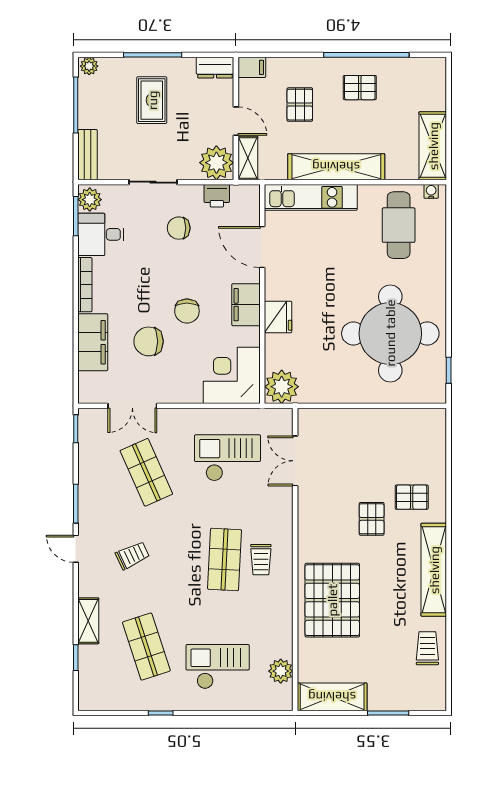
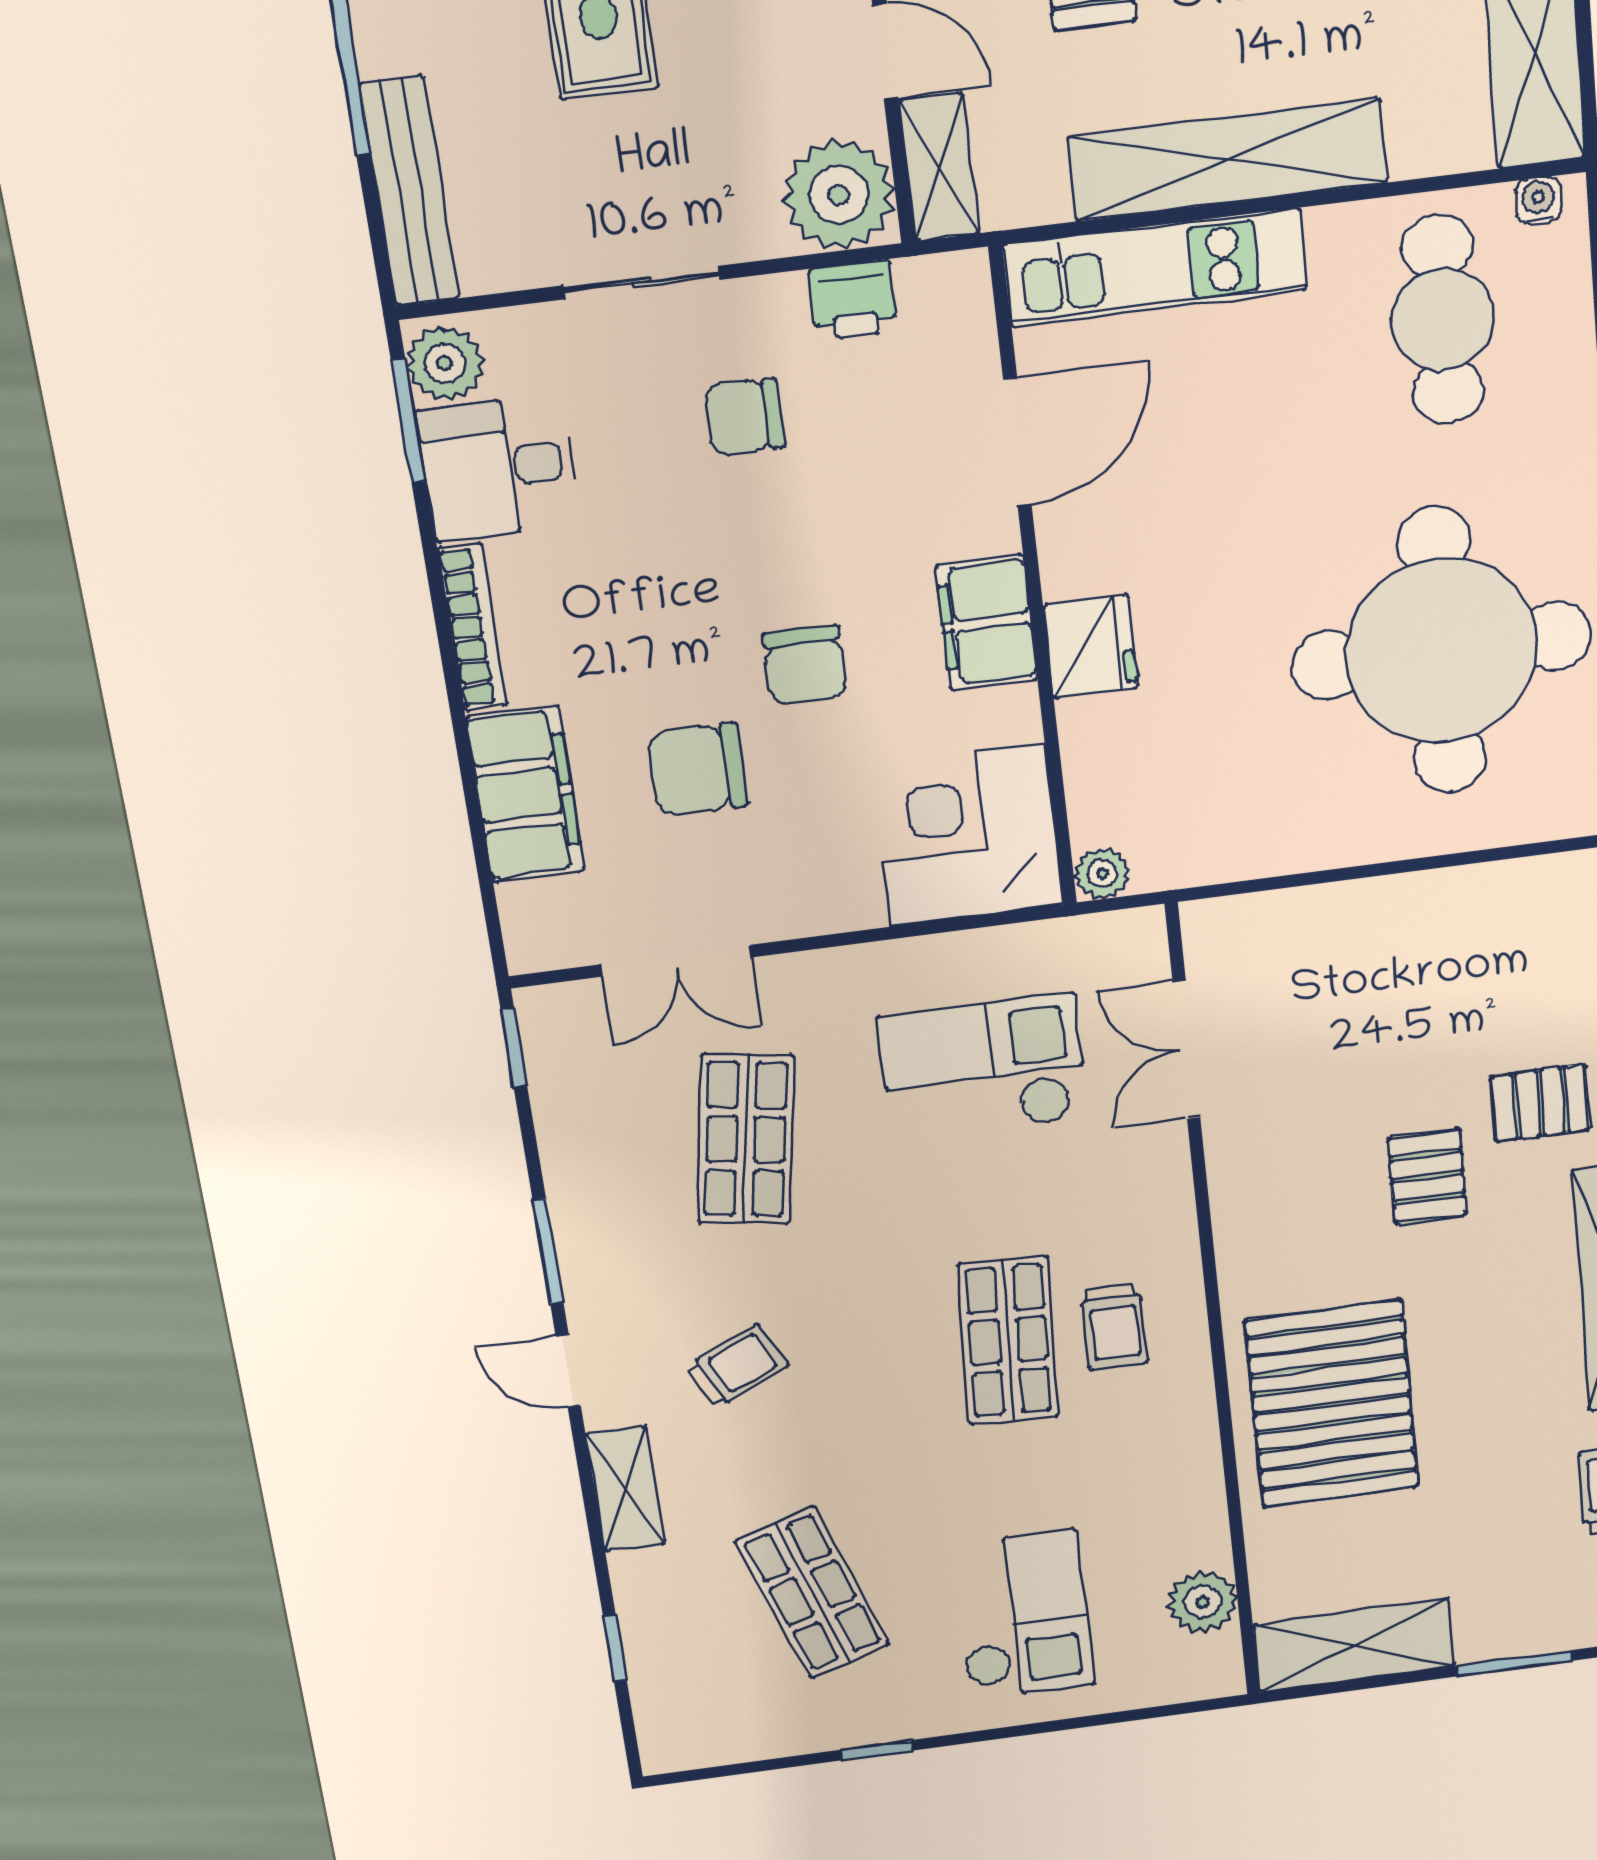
bench: (88, 155) -> (410, 191), width x1.36
door: (262, 247) -> (1017, 442), swing flipped
plant: (282, 387) -> (1102, 873), width x0.53, depth x0.53
shop shelf: (146, 472) -> (746, 1139), turned 33
shelving: (88, 621) -> (625, 1489), moved
checkout: (218, 667) -> (1023, 1615), turned 90

